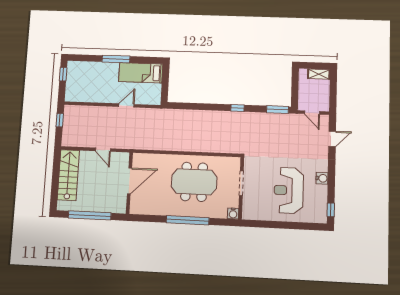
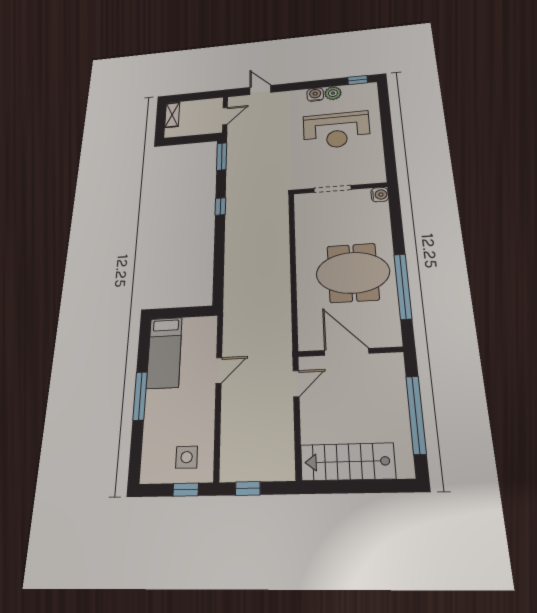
window: (63, 74) -> (186, 490), moved
side table: (79, 87) -> (187, 457), added
door: (126, 105) -> (219, 370), swing flipped
door: (103, 150) -> (296, 384), moved
meeting table: (194, 182) -> (353, 273), moved, turned 90
plant: (321, 191) -> (333, 93), added
window: (188, 220) -> (403, 286), moved

